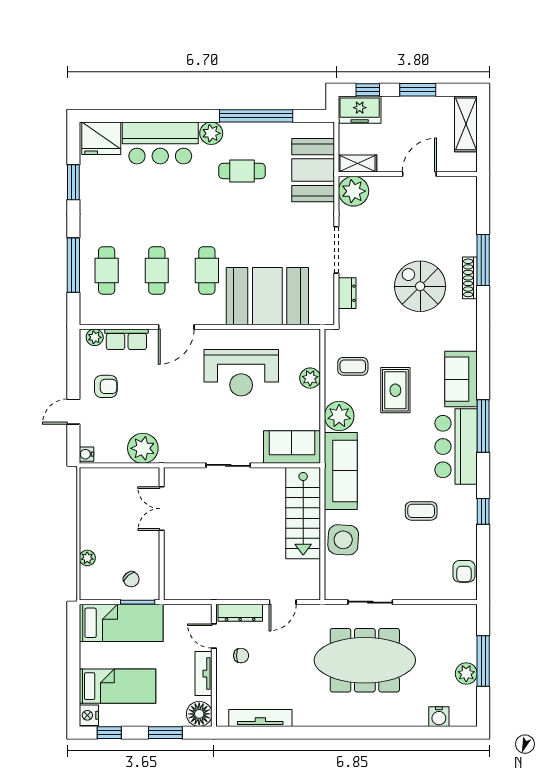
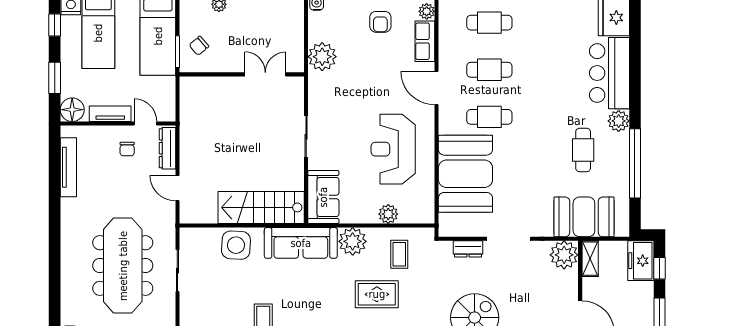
door: (214, 636) -> (145, 124), hinge flipped

